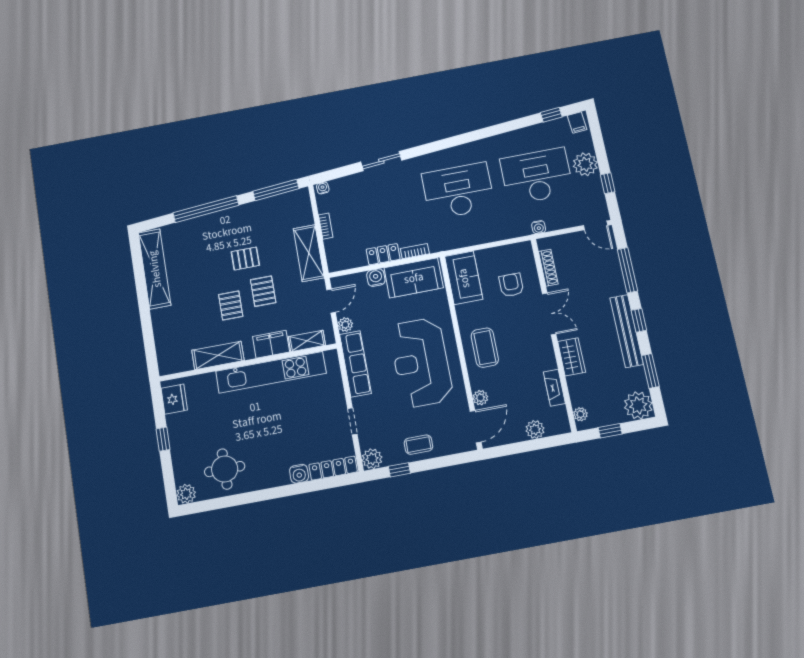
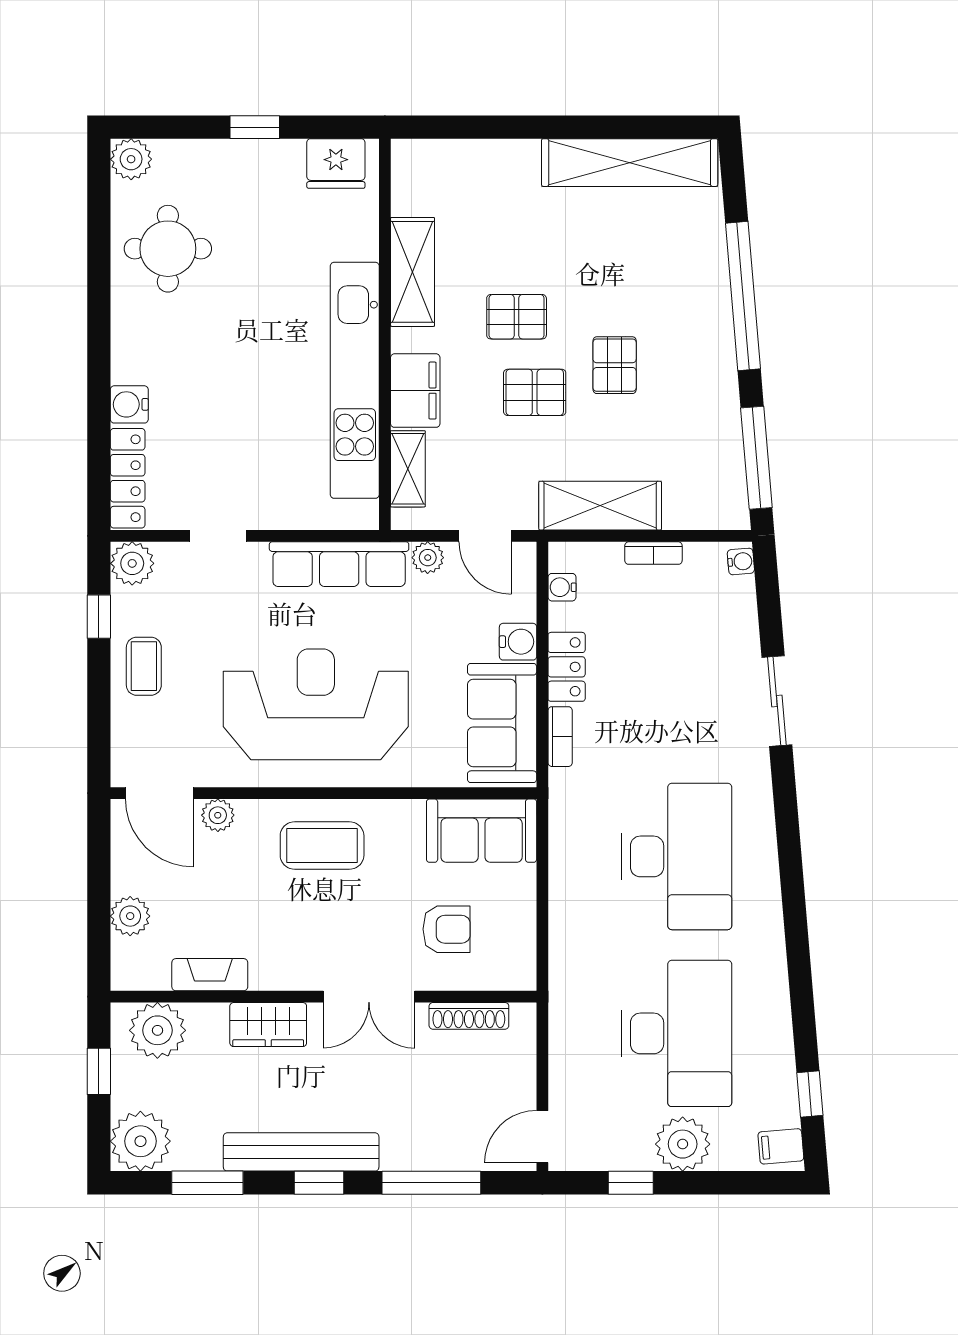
water cooler: (539, 227) -> (562, 587), moved
plant: (580, 414) -> (157, 1030), width x1.87, depth x1.87

